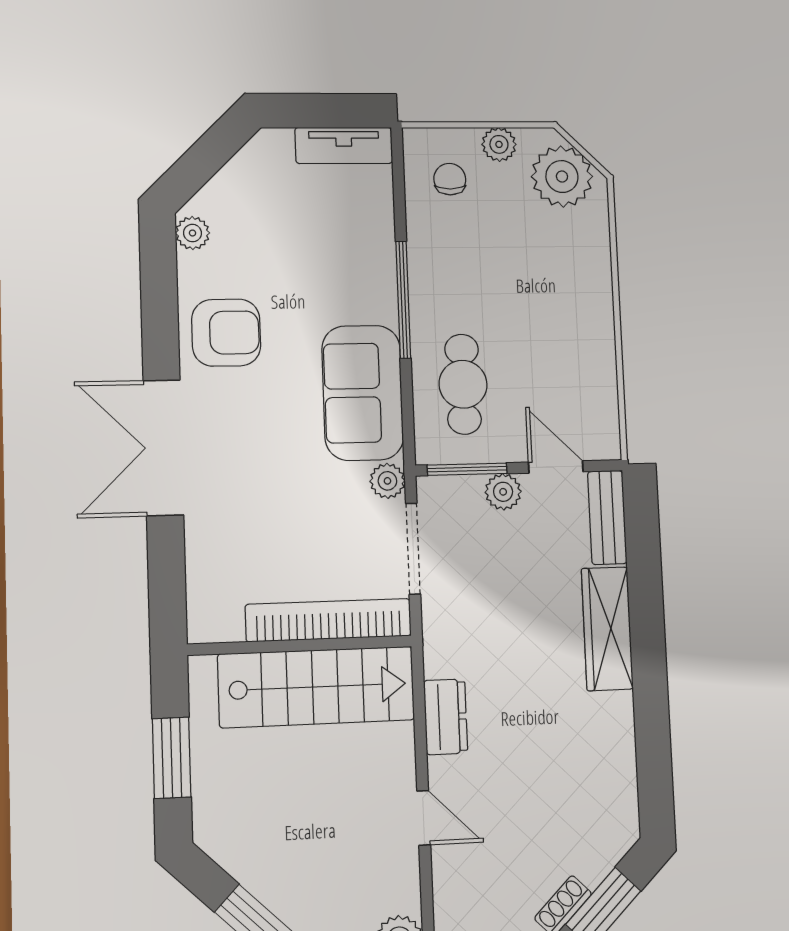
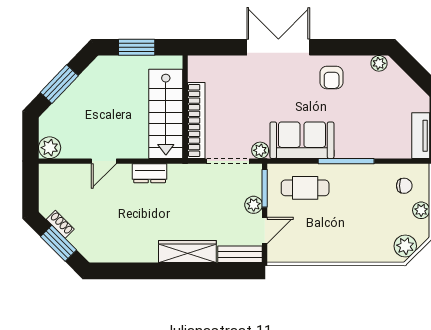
plant: (562, 177) -> (405, 246), width x0.73, depth x0.73
armchair: (226, 333) -> (332, 78), width x0.72, depth x0.72

